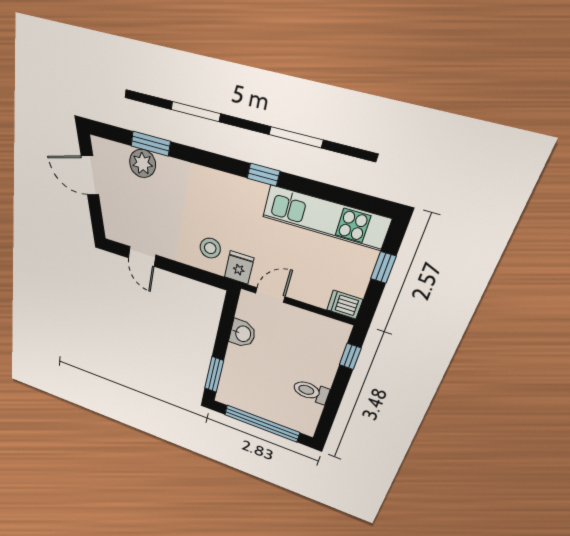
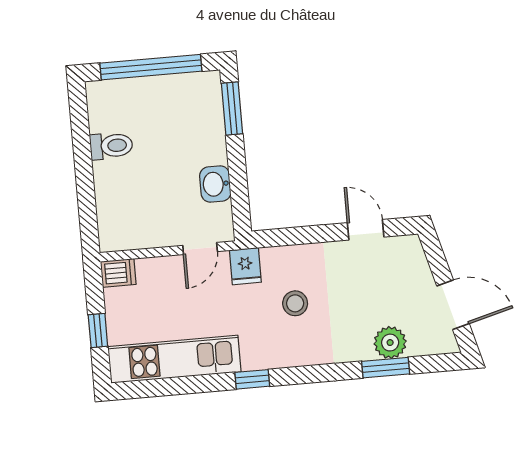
stool: (210, 248) -> (295, 303), moved
window: (350, 356) -> (88, 214), removed

